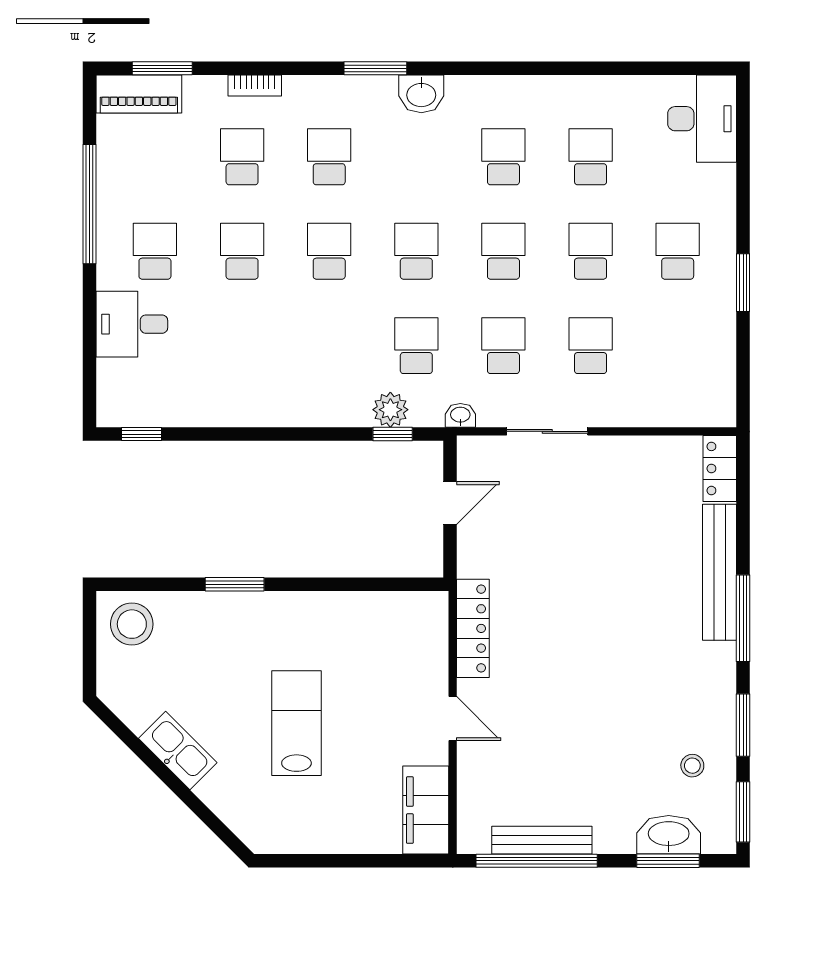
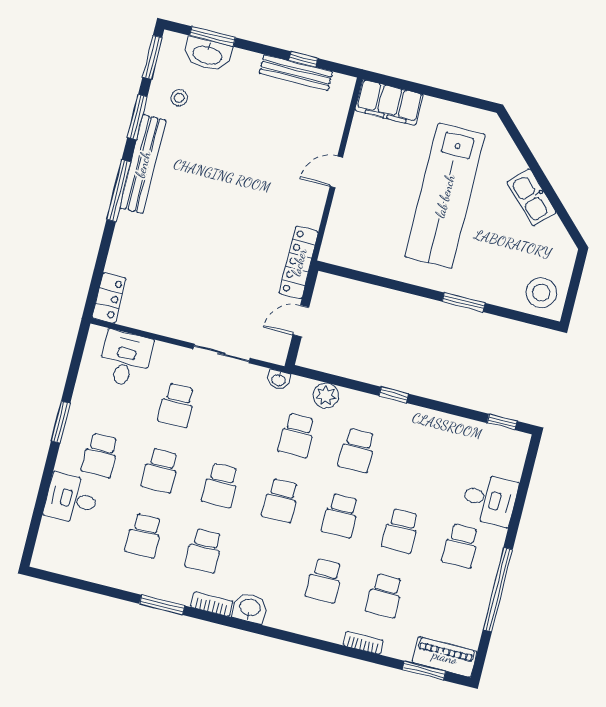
window: (375, 68) -> (162, 605), moved
bookcase: (474, 86) -> (212, 604), added
desk: (702, 119) -> (71, 499), moved, width x0.73
school desk: (503, 346) -> (357, 450), moved
desk: (676, 391) -> (125, 359), added
window: (393, 434) -> (394, 395), moved
bench: (720, 572) -> (143, 164), moved
locker: (473, 628) -> (299, 262), moved
door: (453, 718) -> (336, 172), hinge flipped
lab bench: (296, 723) -> (445, 196), width x1.86, depth x1.39
filing cabinet: (426, 810) -> (389, 102), moved, turned 90
window: (537, 861) -> (303, 59), width x0.32

